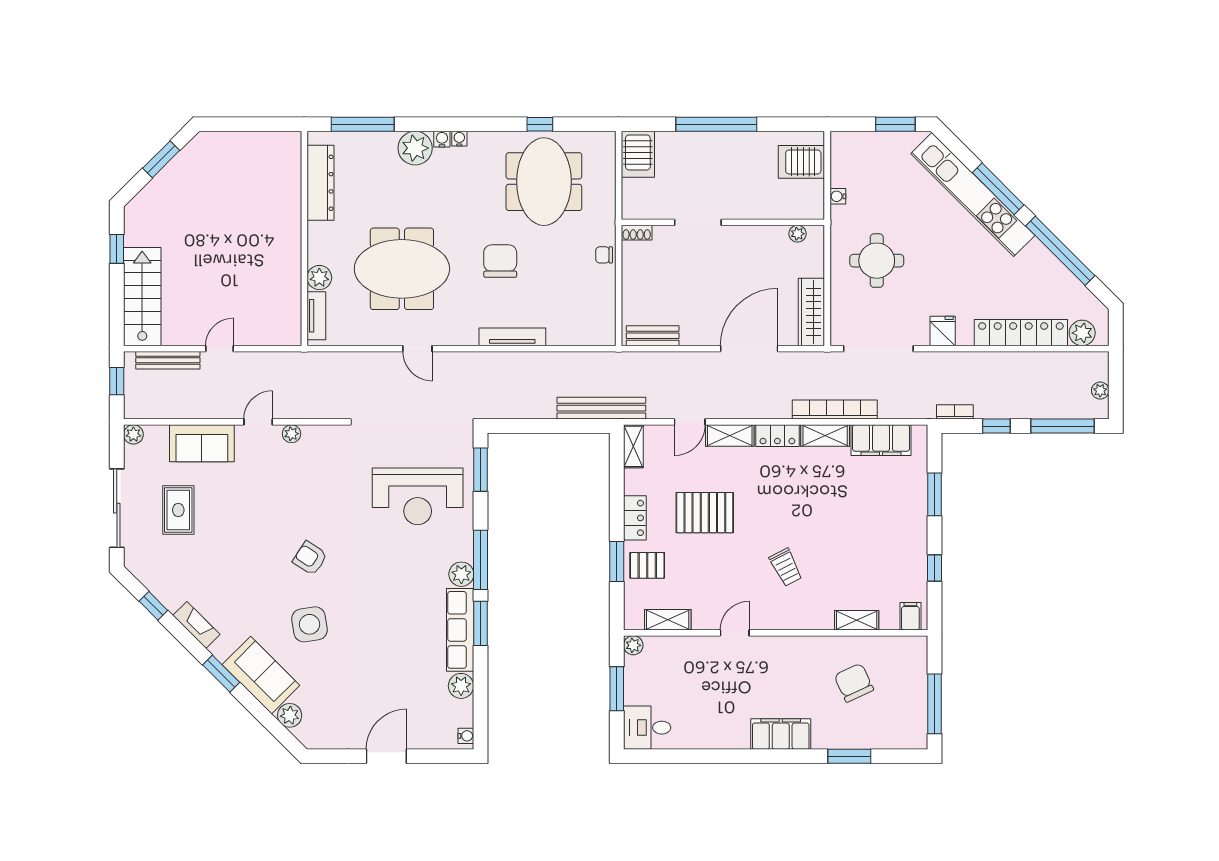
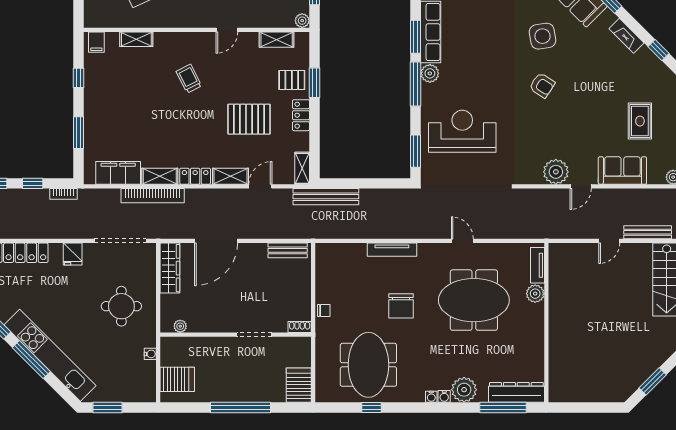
dresser: (321, 183) -> (516, 392), moved, turned 90
plant: (291, 434) -> (556, 172), width x1.88, depth x1.88

